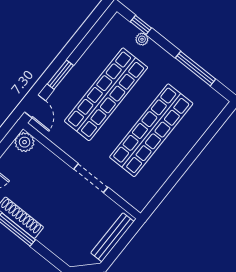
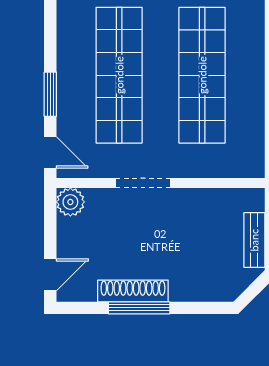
doorway: (91, 178) -> (143, 183), moved
bench: (112, 237) -> (254, 240), width x0.73

